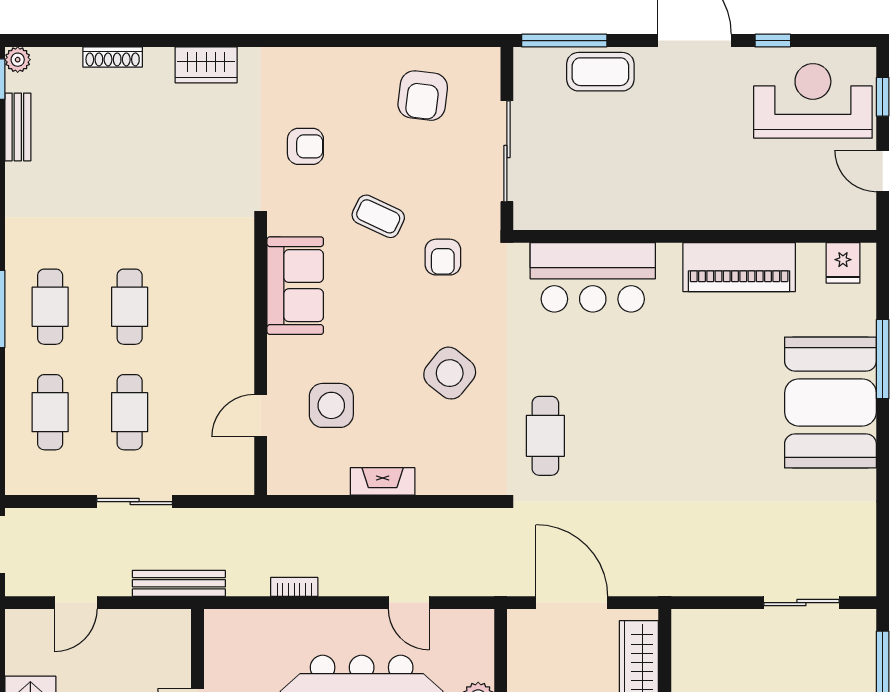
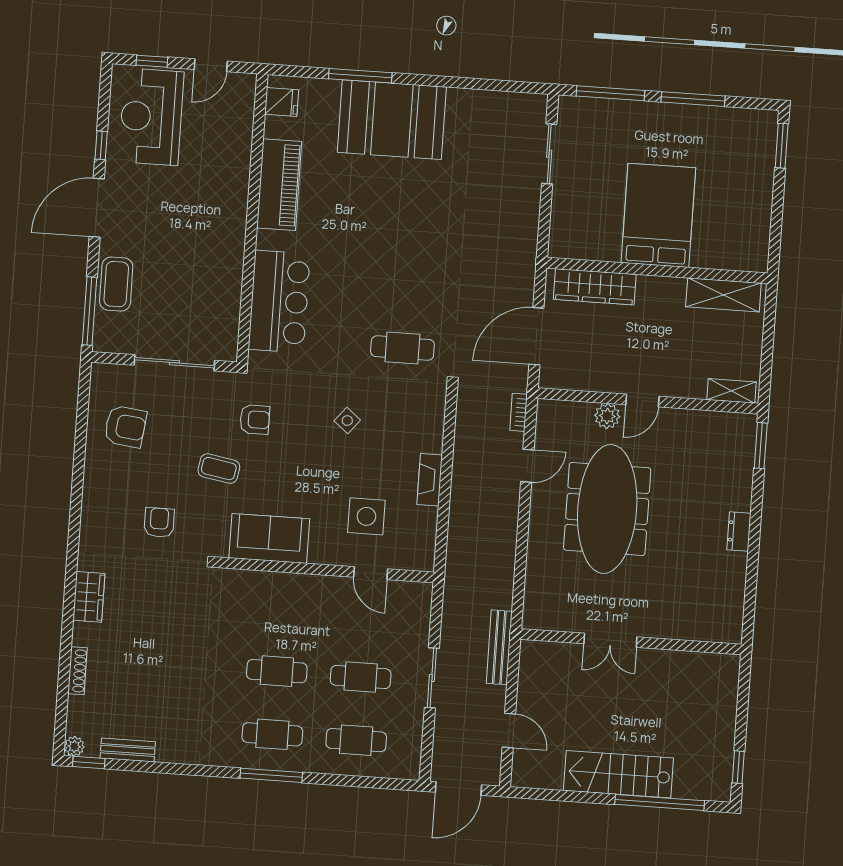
coffee table: (378, 216) -> (219, 469), turned 75
side table: (450, 373) -> (347, 421), width x0.54, depth x0.54
bookcase: (294, 587) -> (519, 412), moved

